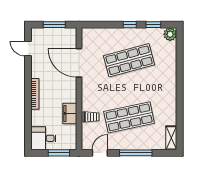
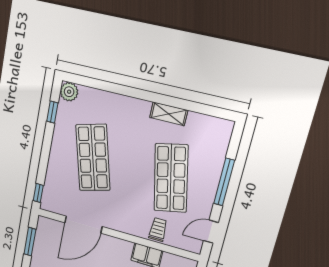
window: (130, 25) -> (38, 193), moved
shelving: (171, 138) -> (169, 114), moved
door: (100, 153) -> (211, 232), hinge flipped

